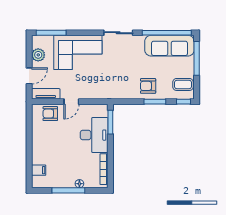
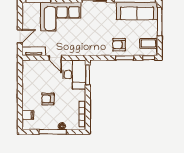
plant: (38, 55) -> (28, 19), removed
door: (71, 102) -> (55, 58), hinge flipped
armchair: (50, 114) -> (48, 99), moved
desk: (94, 135) -> (74, 75), moved

